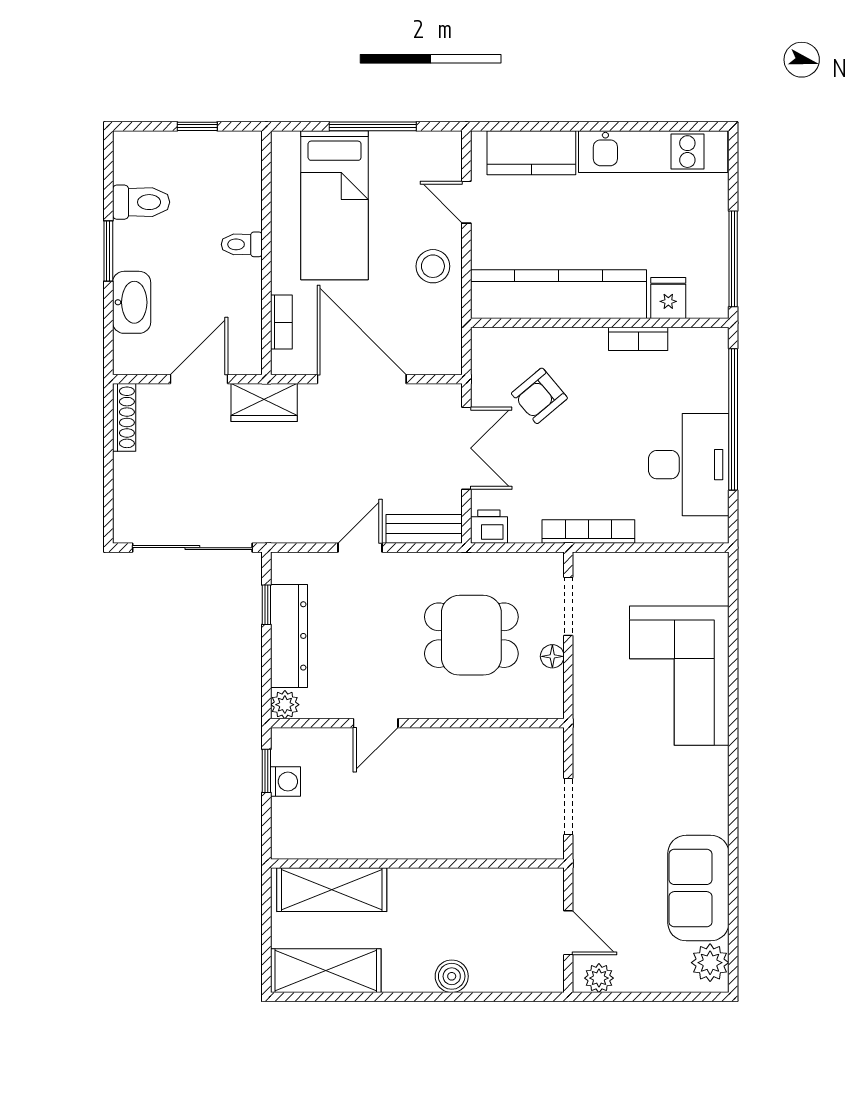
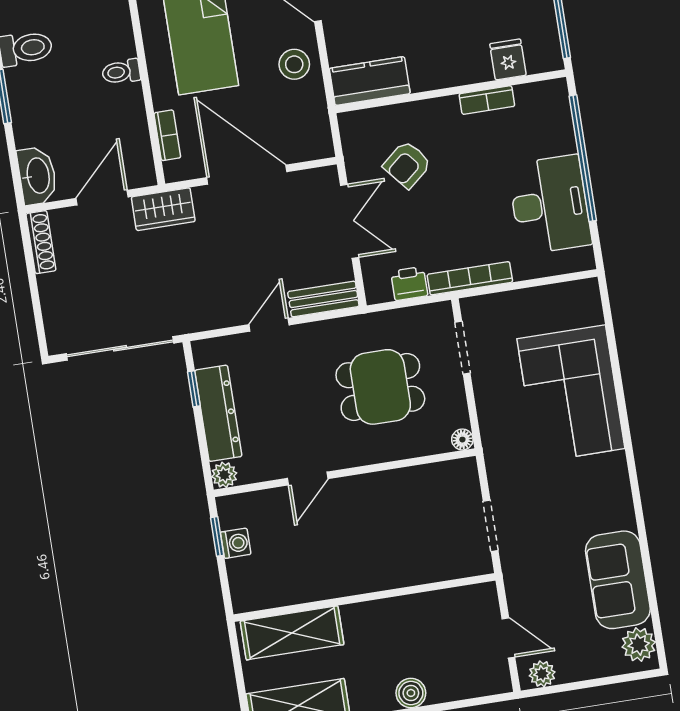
kitchen counter: (558, 294) -> (370, 81), width x0.48, depth x0.86
washbasin: (132, 302) -> (37, 176), moved
printer: (489, 527) -> (409, 283), moved
floor lamp: (552, 656) -> (462, 440), moved

